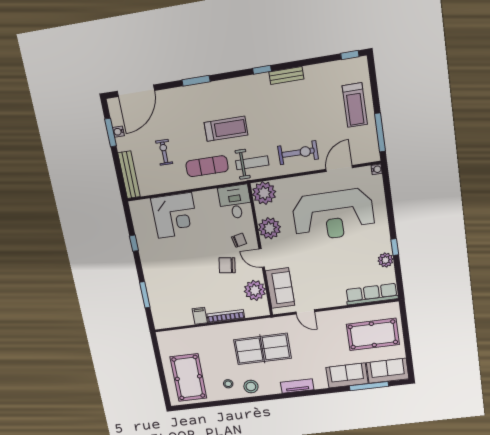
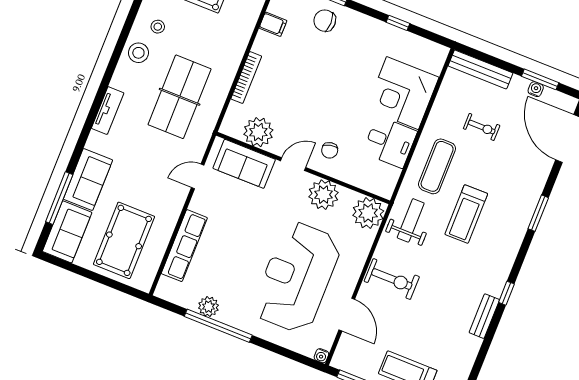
exercise bike: (298, 153) -> (392, 279), turned -90
weight bench: (252, 163) -> (411, 220), turned 180
desk: (235, 202) -> (390, 142), moved
window: (395, 247) -> (218, 326), width x3.17
chair: (227, 265) -> (325, 21), moved, turned -98
row of seats: (372, 294) -> (184, 246), moved
filing cabinet: (200, 316) -> (273, 24), moved

